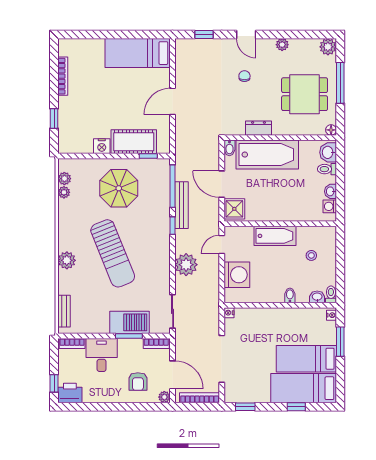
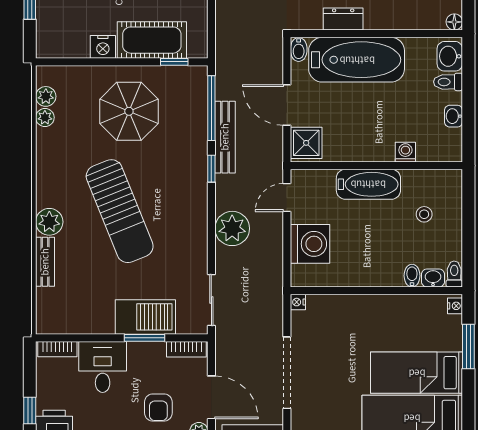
washing machine: (330, 206) -> (405, 152), moved, turned 90
bidet: (290, 295) -> (412, 276), moved
bench: (64, 311) -> (45, 262), moved

